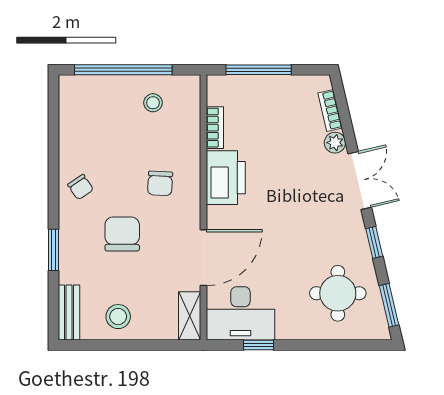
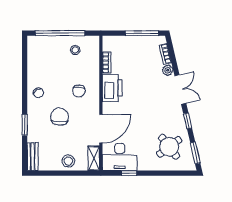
window: (259, 70) -> (142, 33), moved
round table: (338, 293) -> (169, 147), turned -37
stool: (118, 317) -> (68, 161), moved

